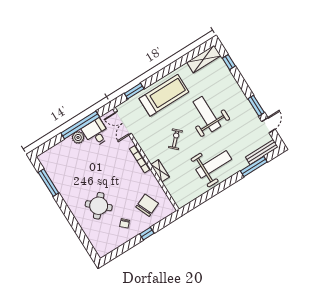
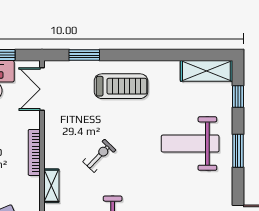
treadmill: (164, 95) -> (121, 86), width x0.73, depth x0.73
window: (256, 106) -> (238, 151), moved
weight bench: (207, 114) -> (190, 144), moved, turned -90

